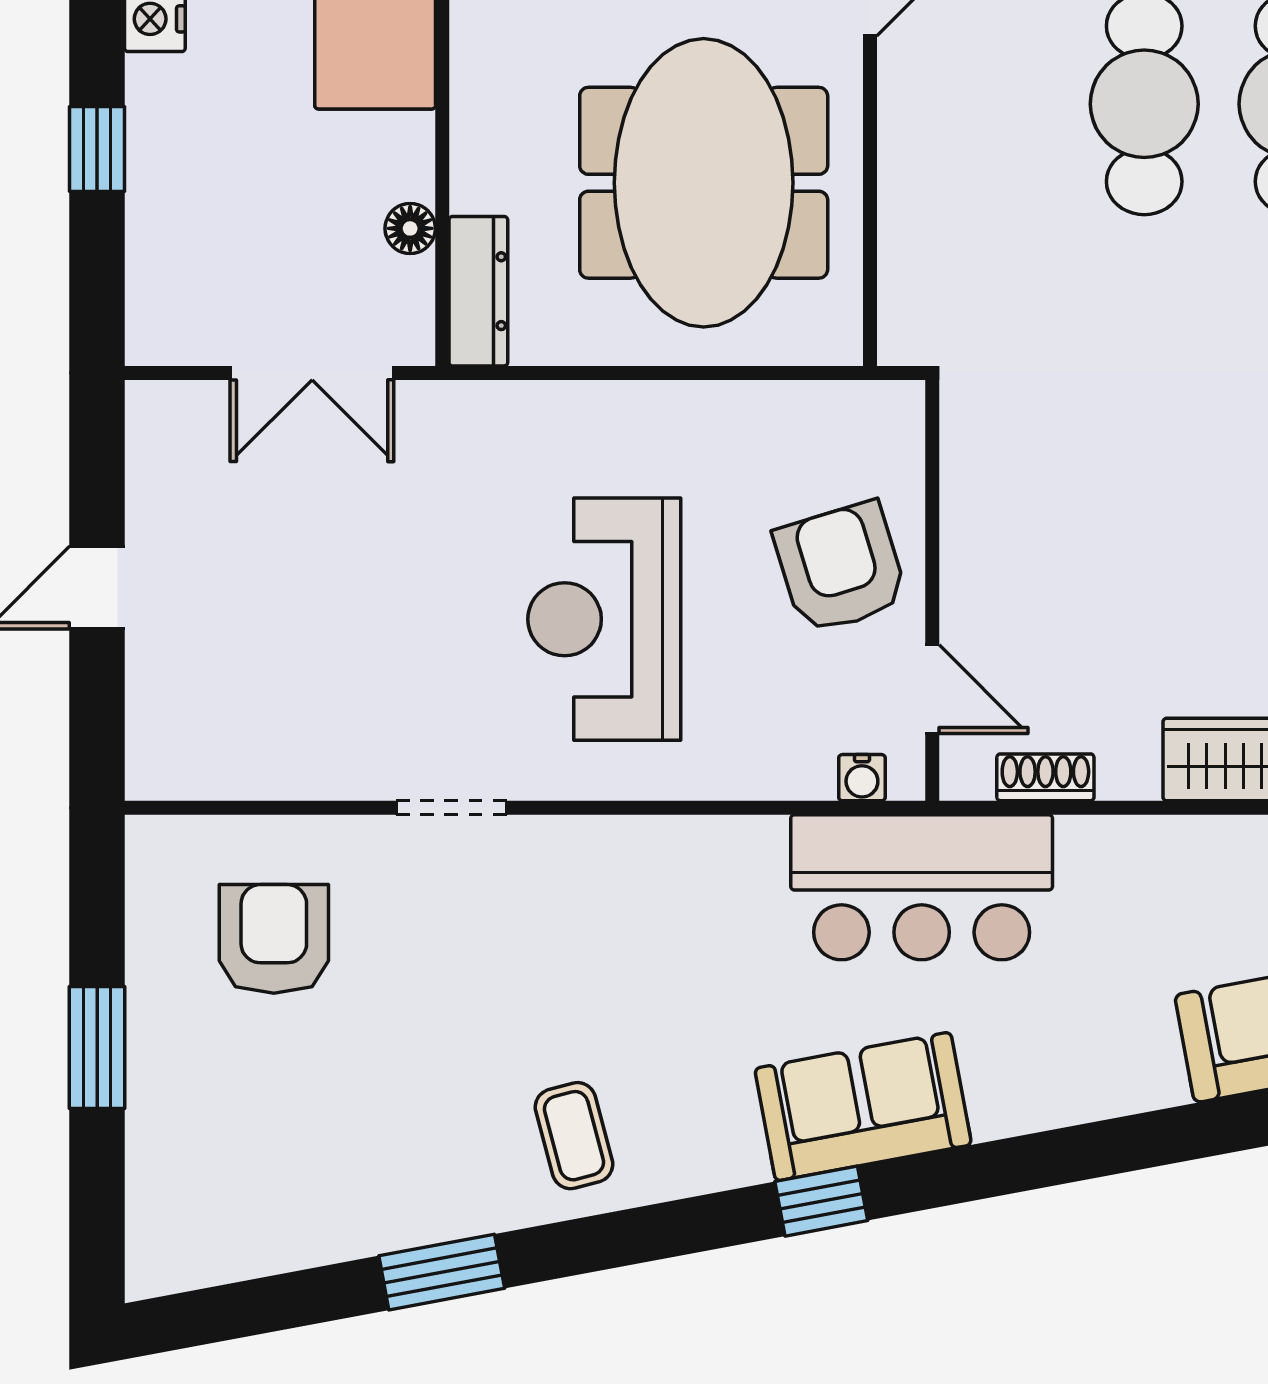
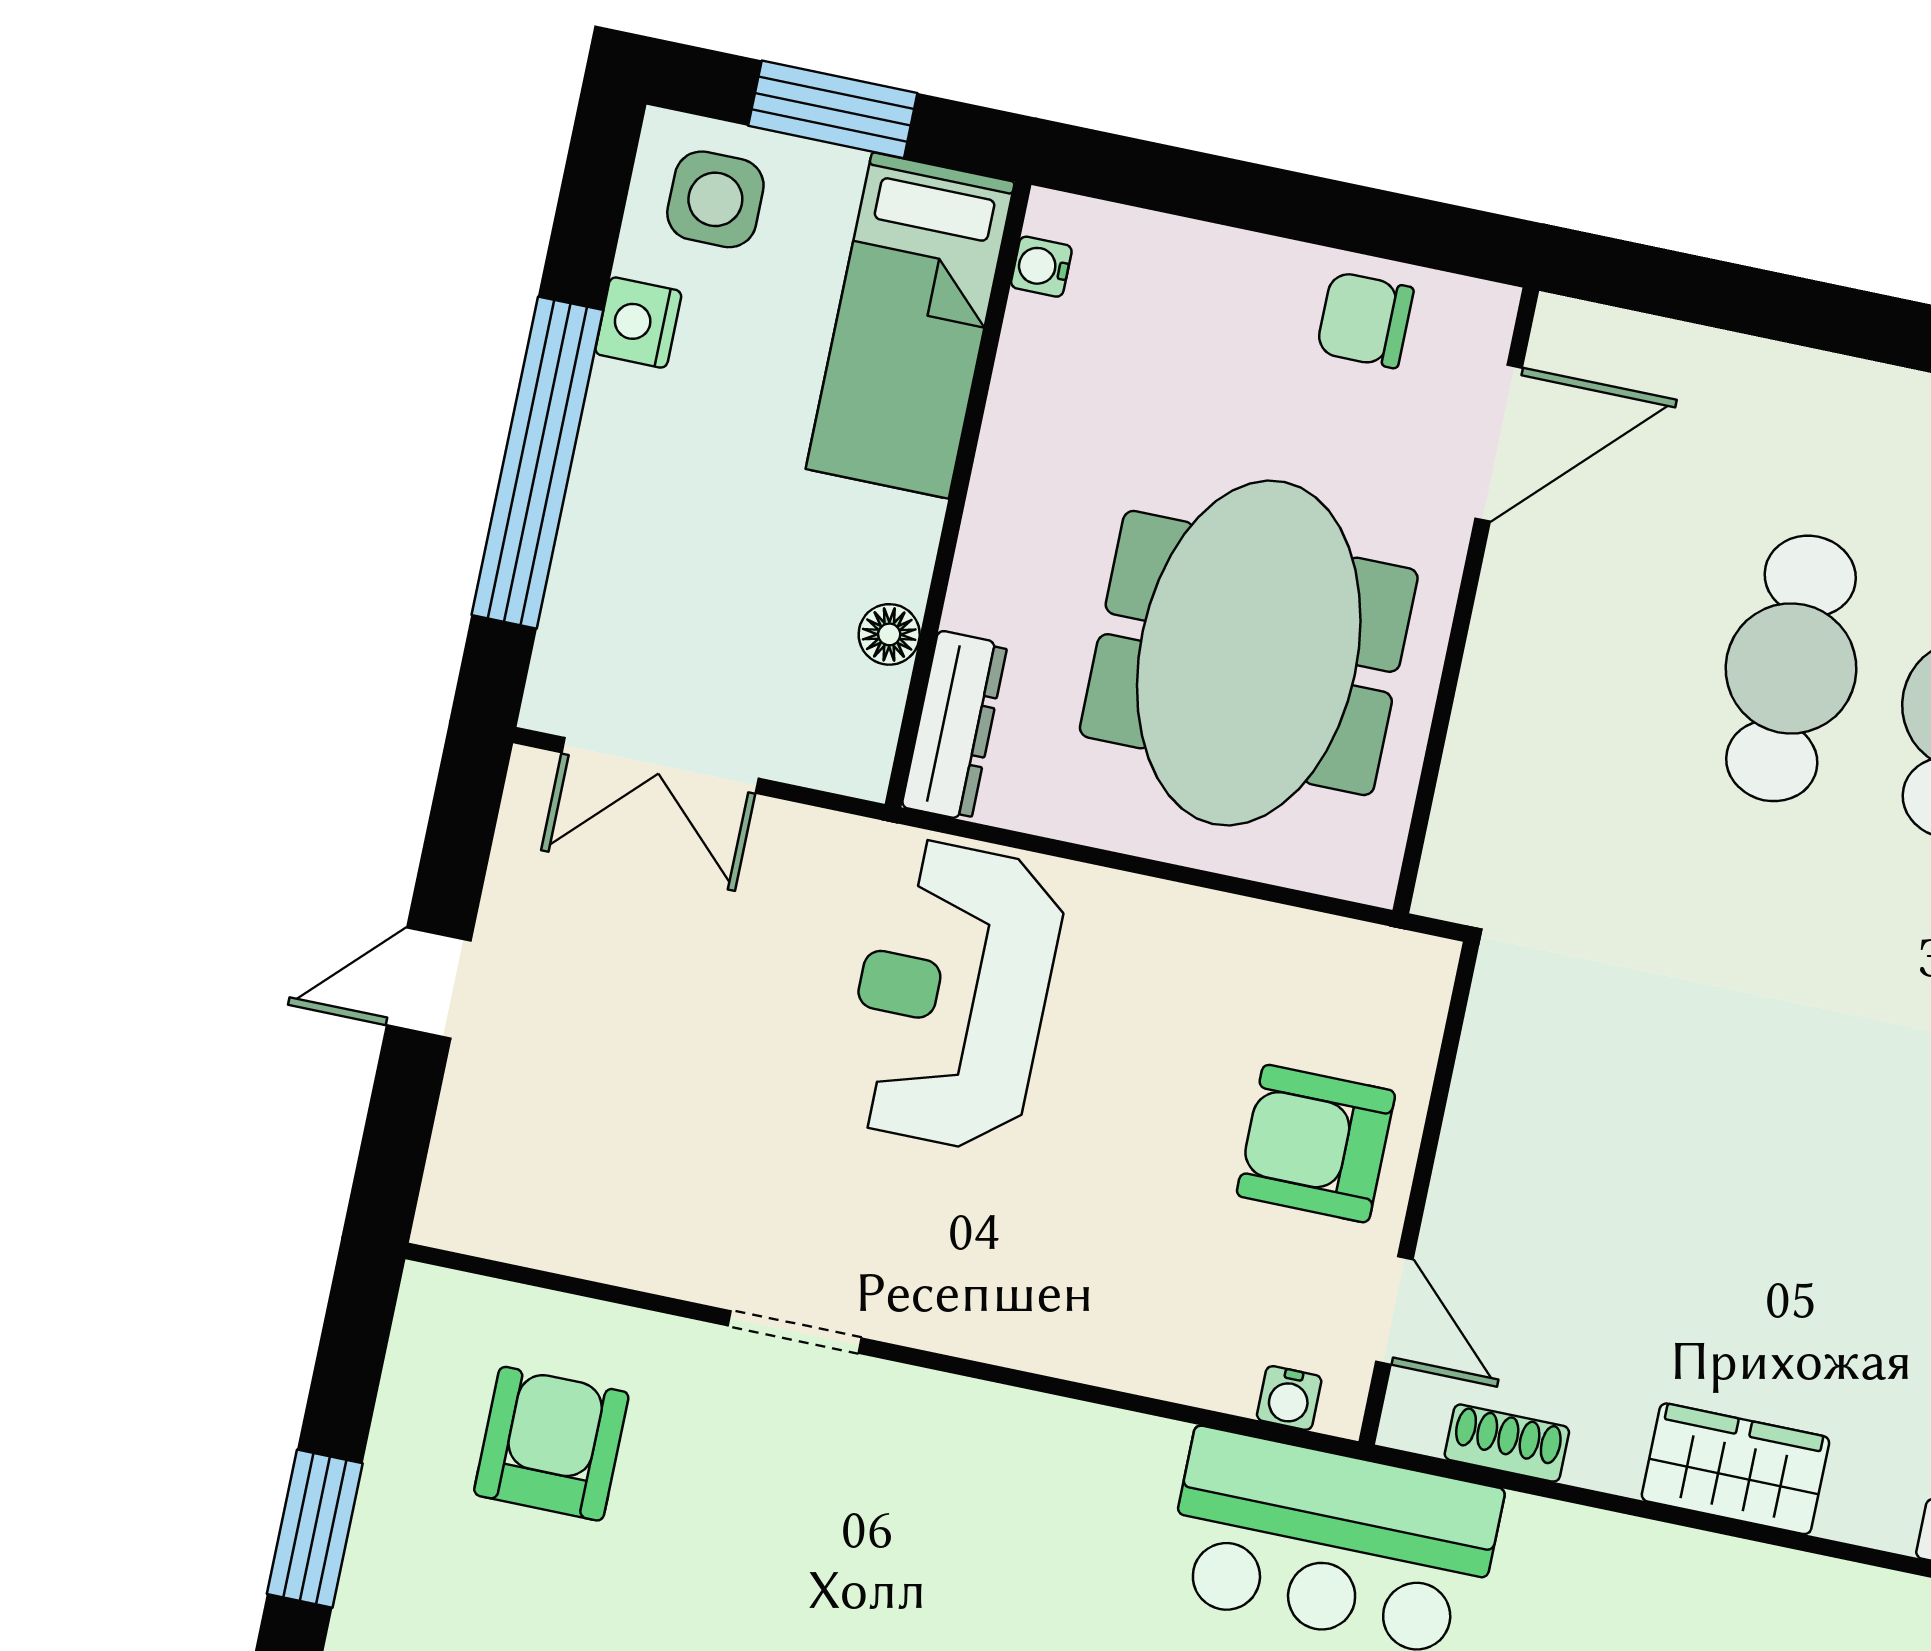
window: (97, 149) -> (537, 463), width x3.17
double door: (312, 373) -> (660, 765), moved
armchair: (841, 568) -> (1316, 1144), turned -73
reception desk: (604, 619) -> (952, 995), moved

